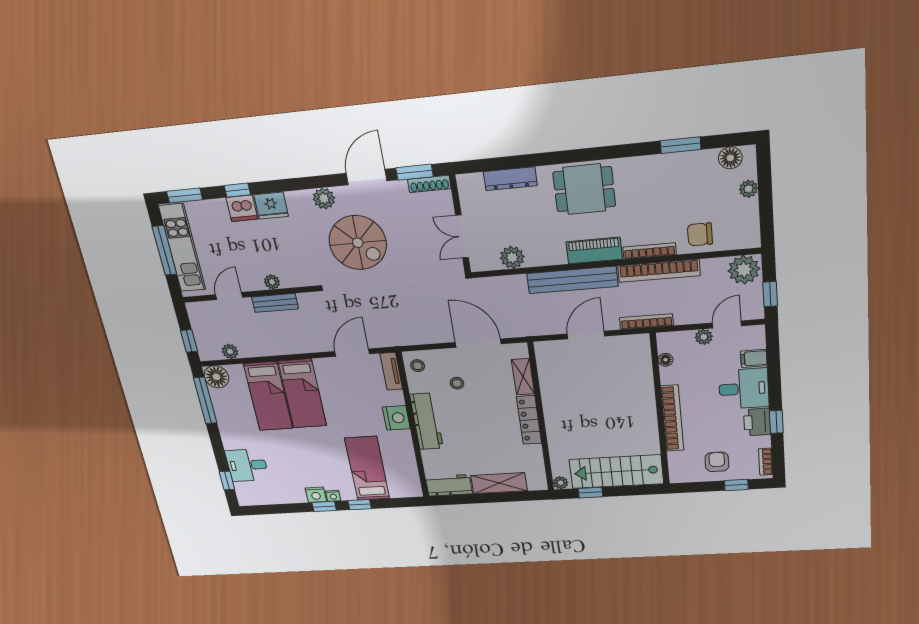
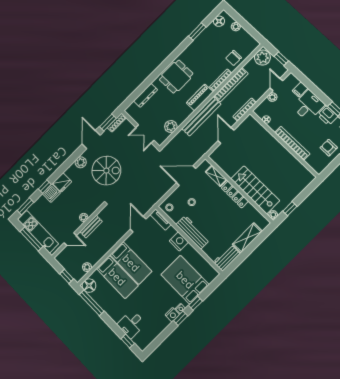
door: (229, 296) -> (70, 239), swing flipped
bed: (367, 468) -> (185, 280), width x1.50
stairs: (616, 472) -> (255, 190), moved, turned 90

